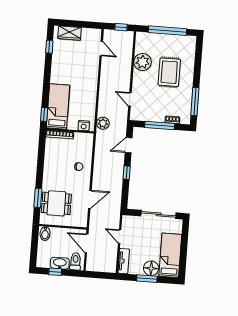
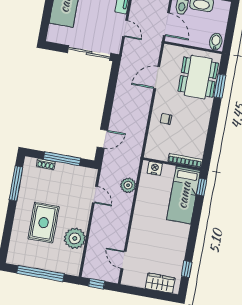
plant: (103, 123) -> (128, 185), moved
window: (127, 173) -> (108, 106), removed
dining table: (56, 203) -> (198, 77), width x1.37
sliding door: (159, 214) -> (89, 53), moved

